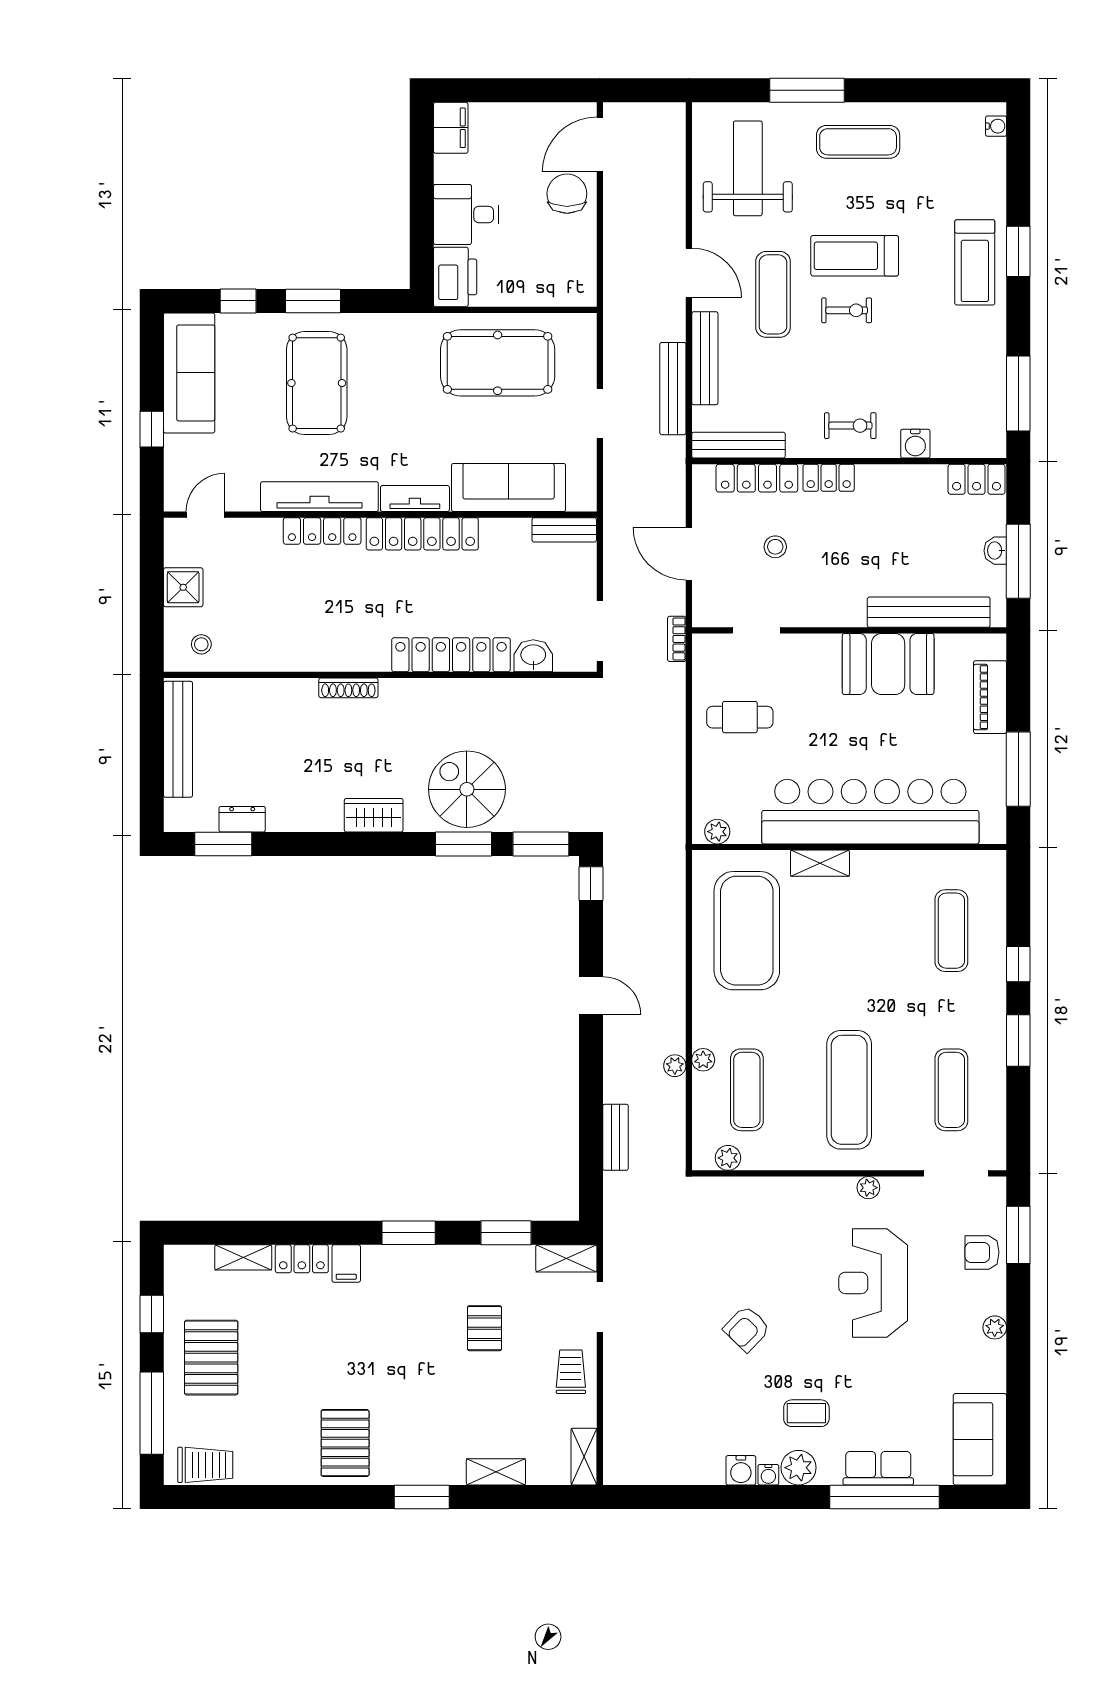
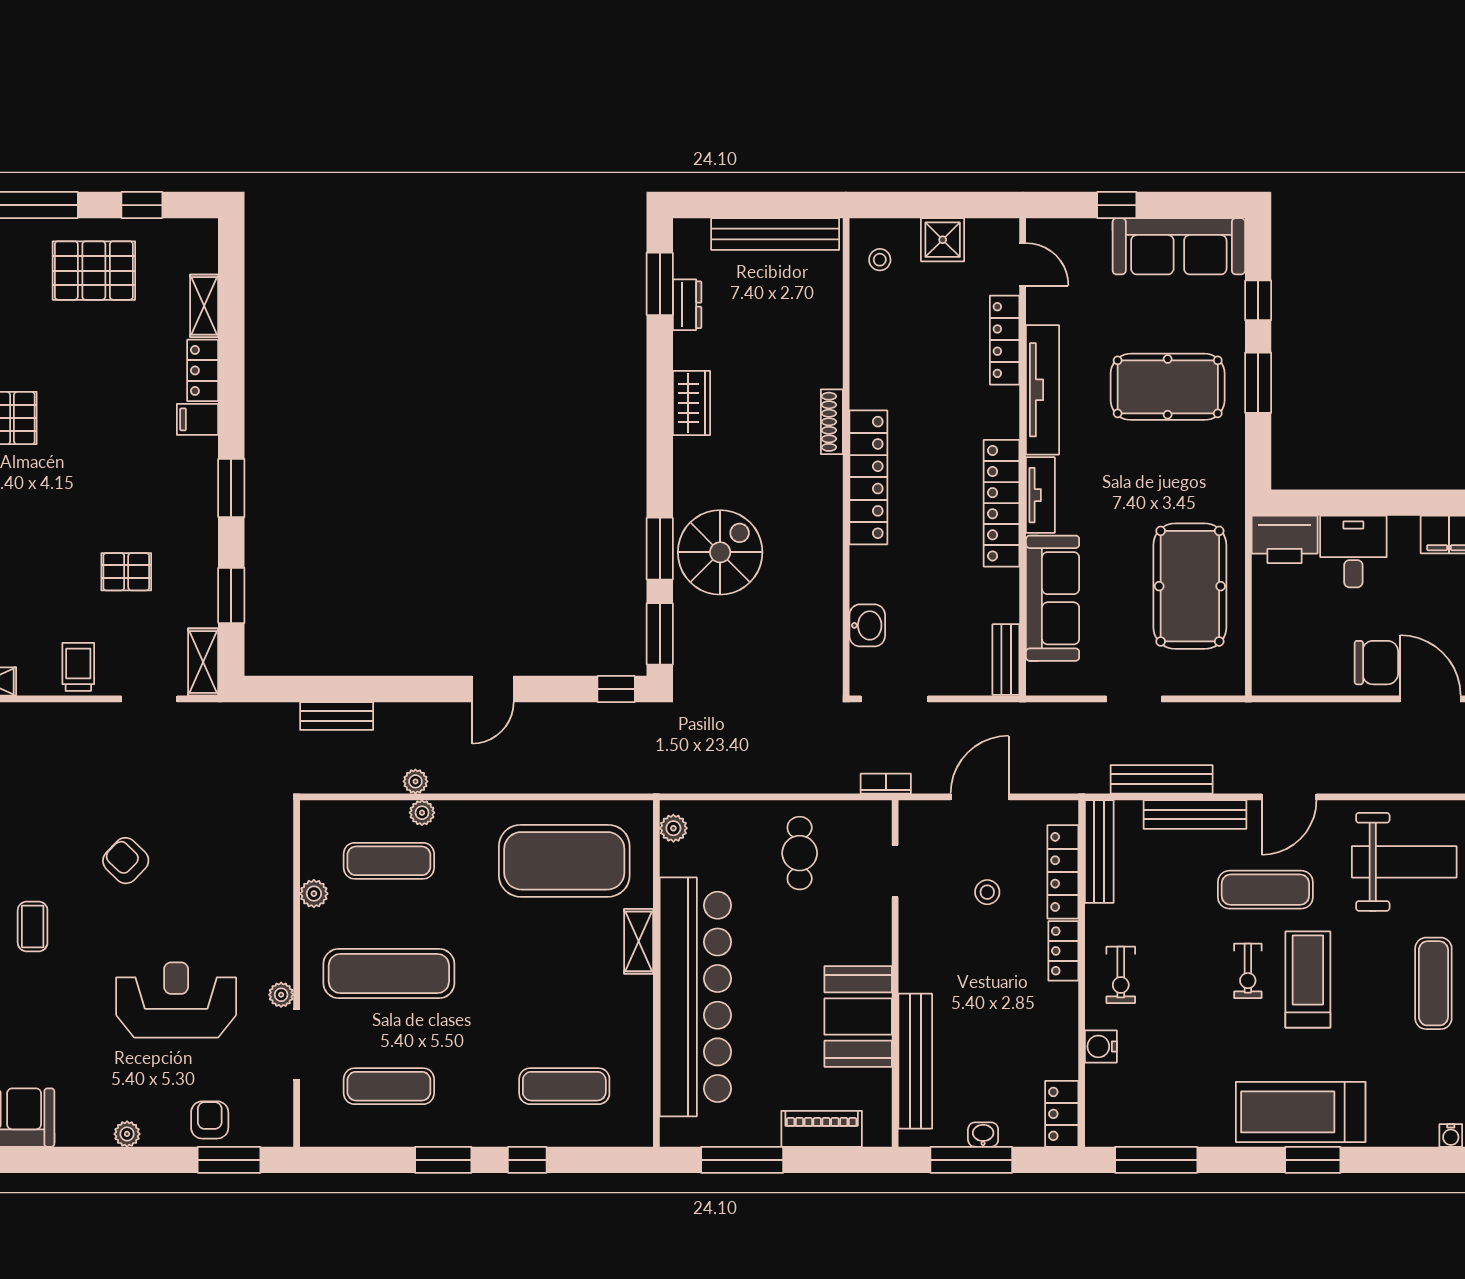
treadmill: (975, 262) -> (1301, 1112), width x1.37, depth x1.38
locker: (322, 531) -> (1005, 340), moved
locker: (451, 655) -> (868, 477), moved
wardrobe: (374, 815) -> (691, 403), moved
plant: (728, 1158) -> (314, 894), moved
doorway: (956, 1173) -> (297, 1045), moved
trolley: (571, 1372) -> (78, 667), turned -90

